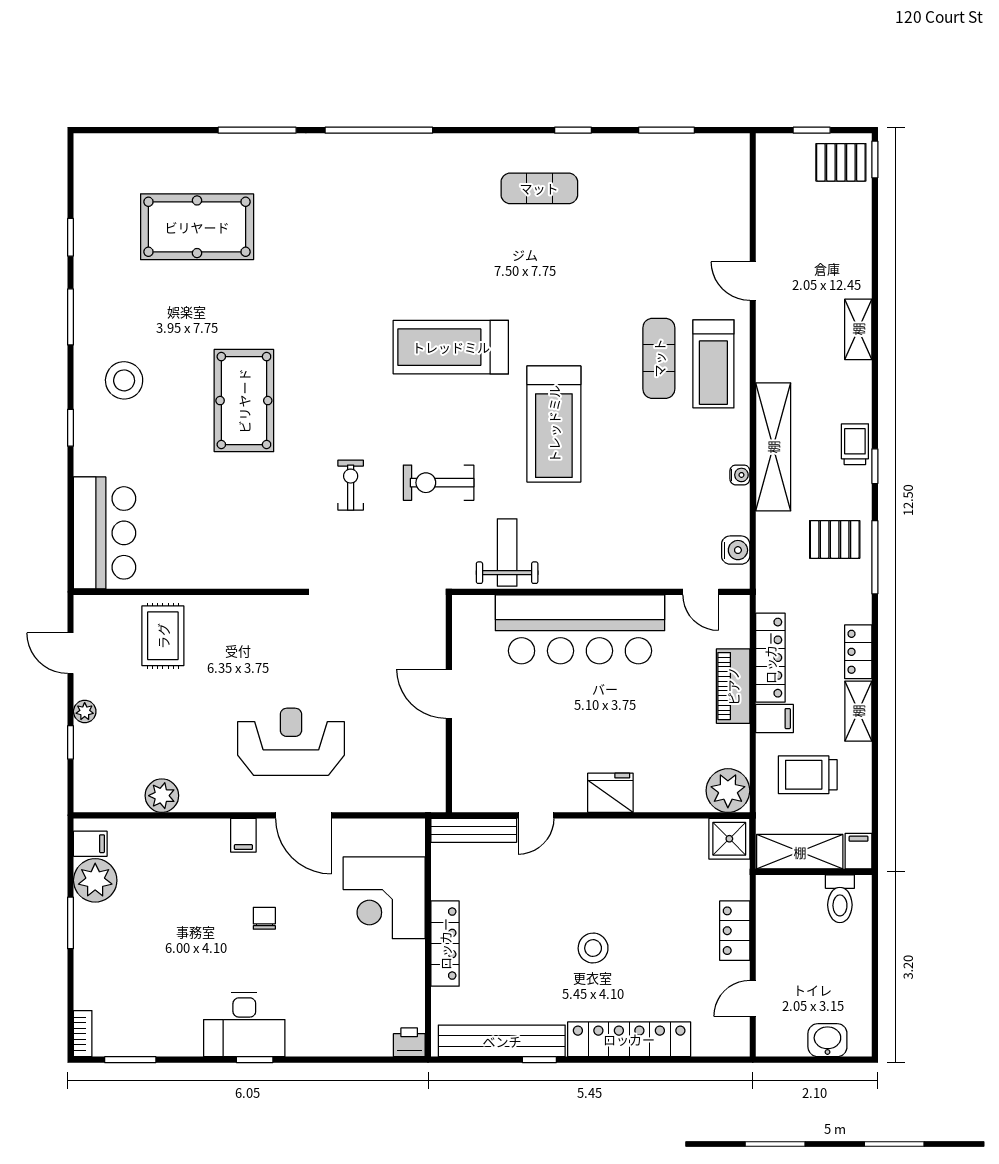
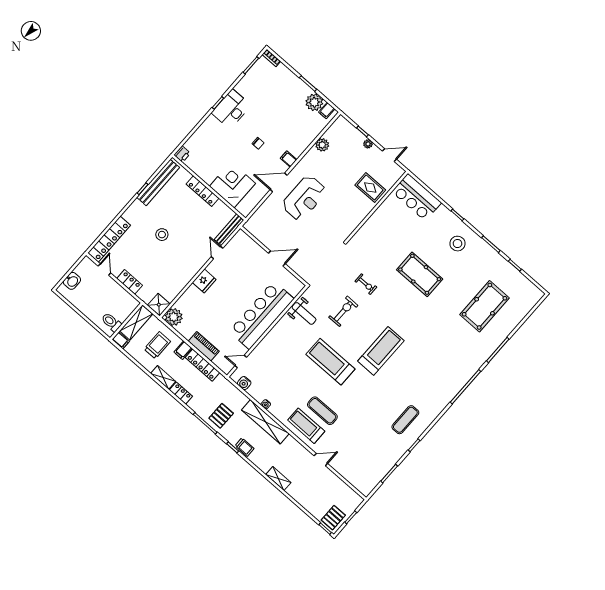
locker: (629, 1039) -> (109, 239), moved

